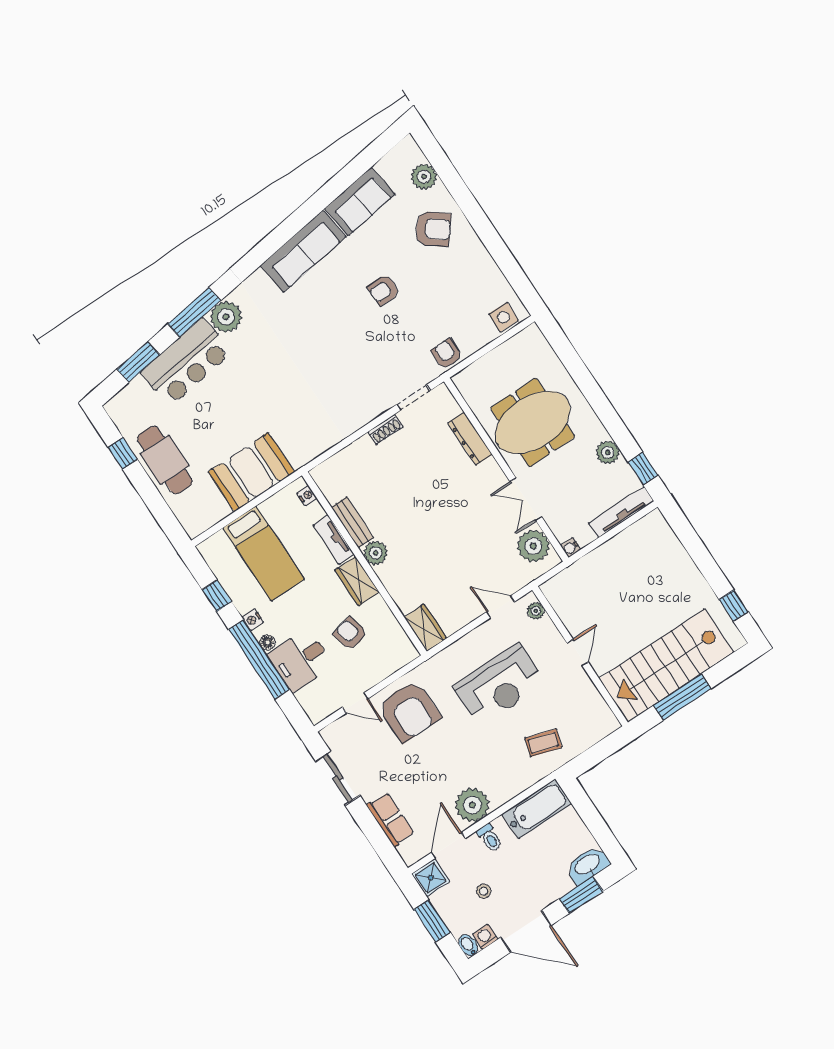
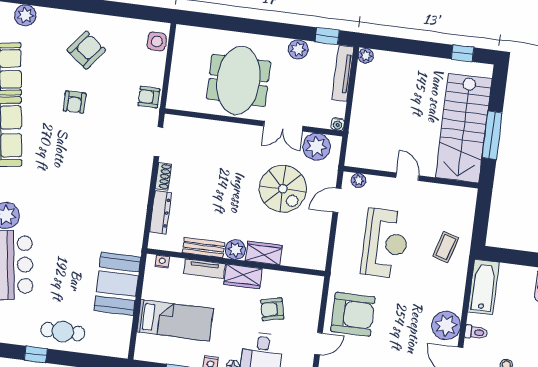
armchair: (433, 229) -> (86, 50), moved
dresser: (470, 439) -> (160, 212), moved, turned -90
cafe table: (165, 460) -> (63, 332), width x0.73, depth x0.74
plant: (655, 519) -> (366, 56), added
spiral stairs: (468, 548) -> (283, 189), added
wardrobe: (425, 628) -> (264, 253), moved

